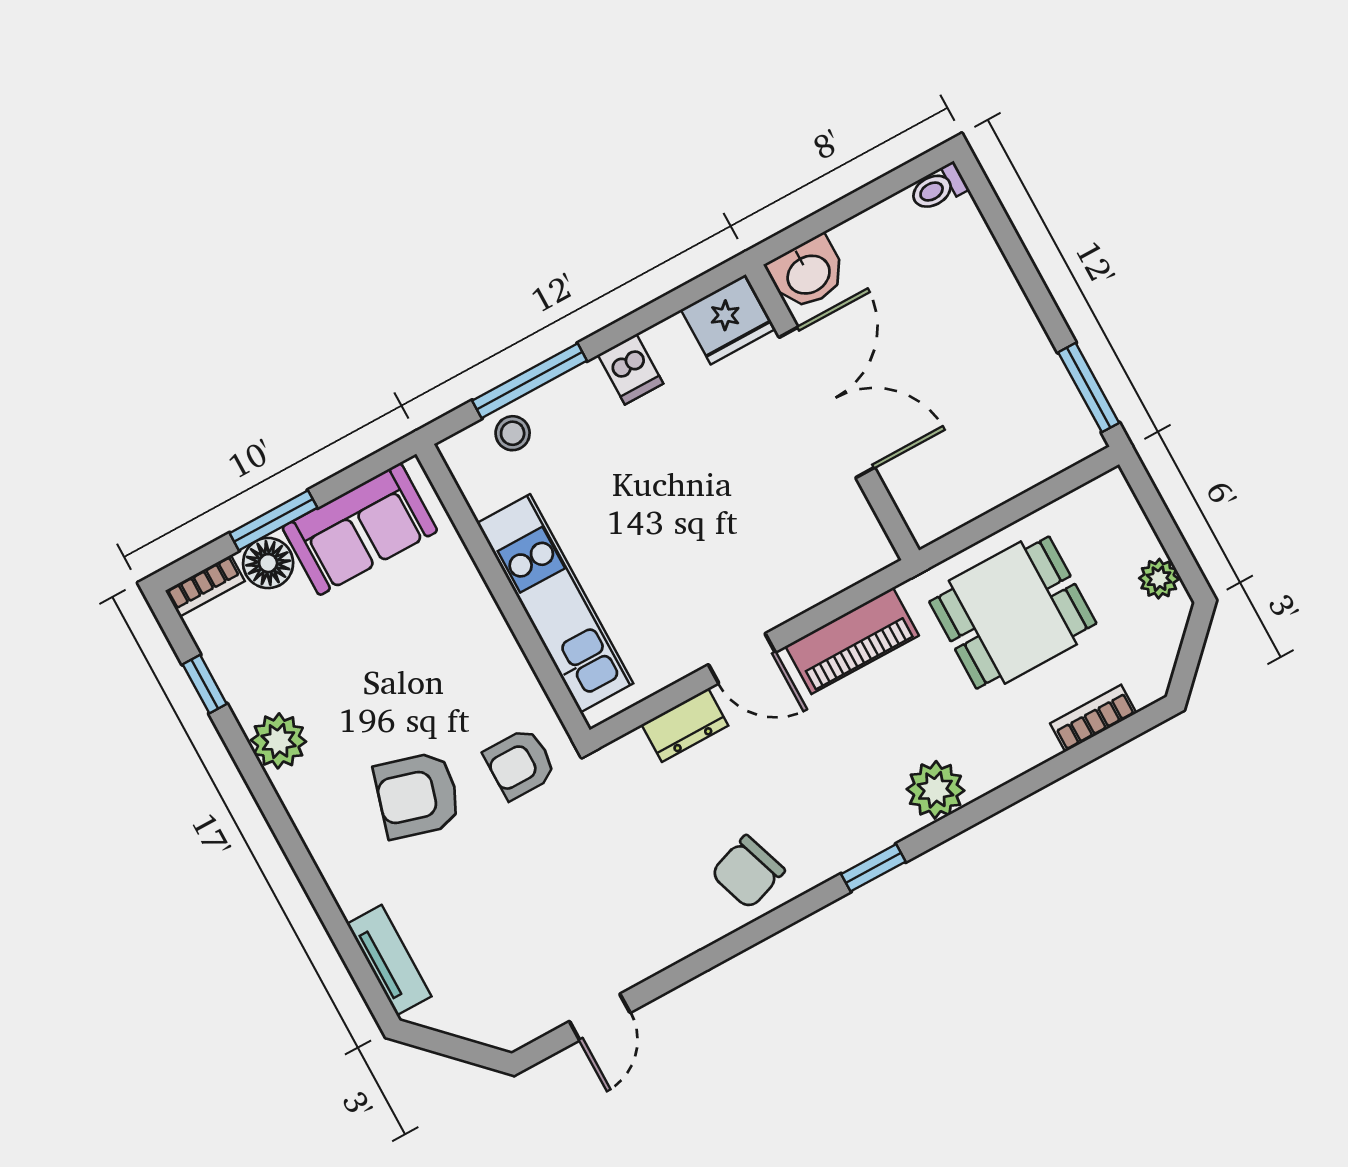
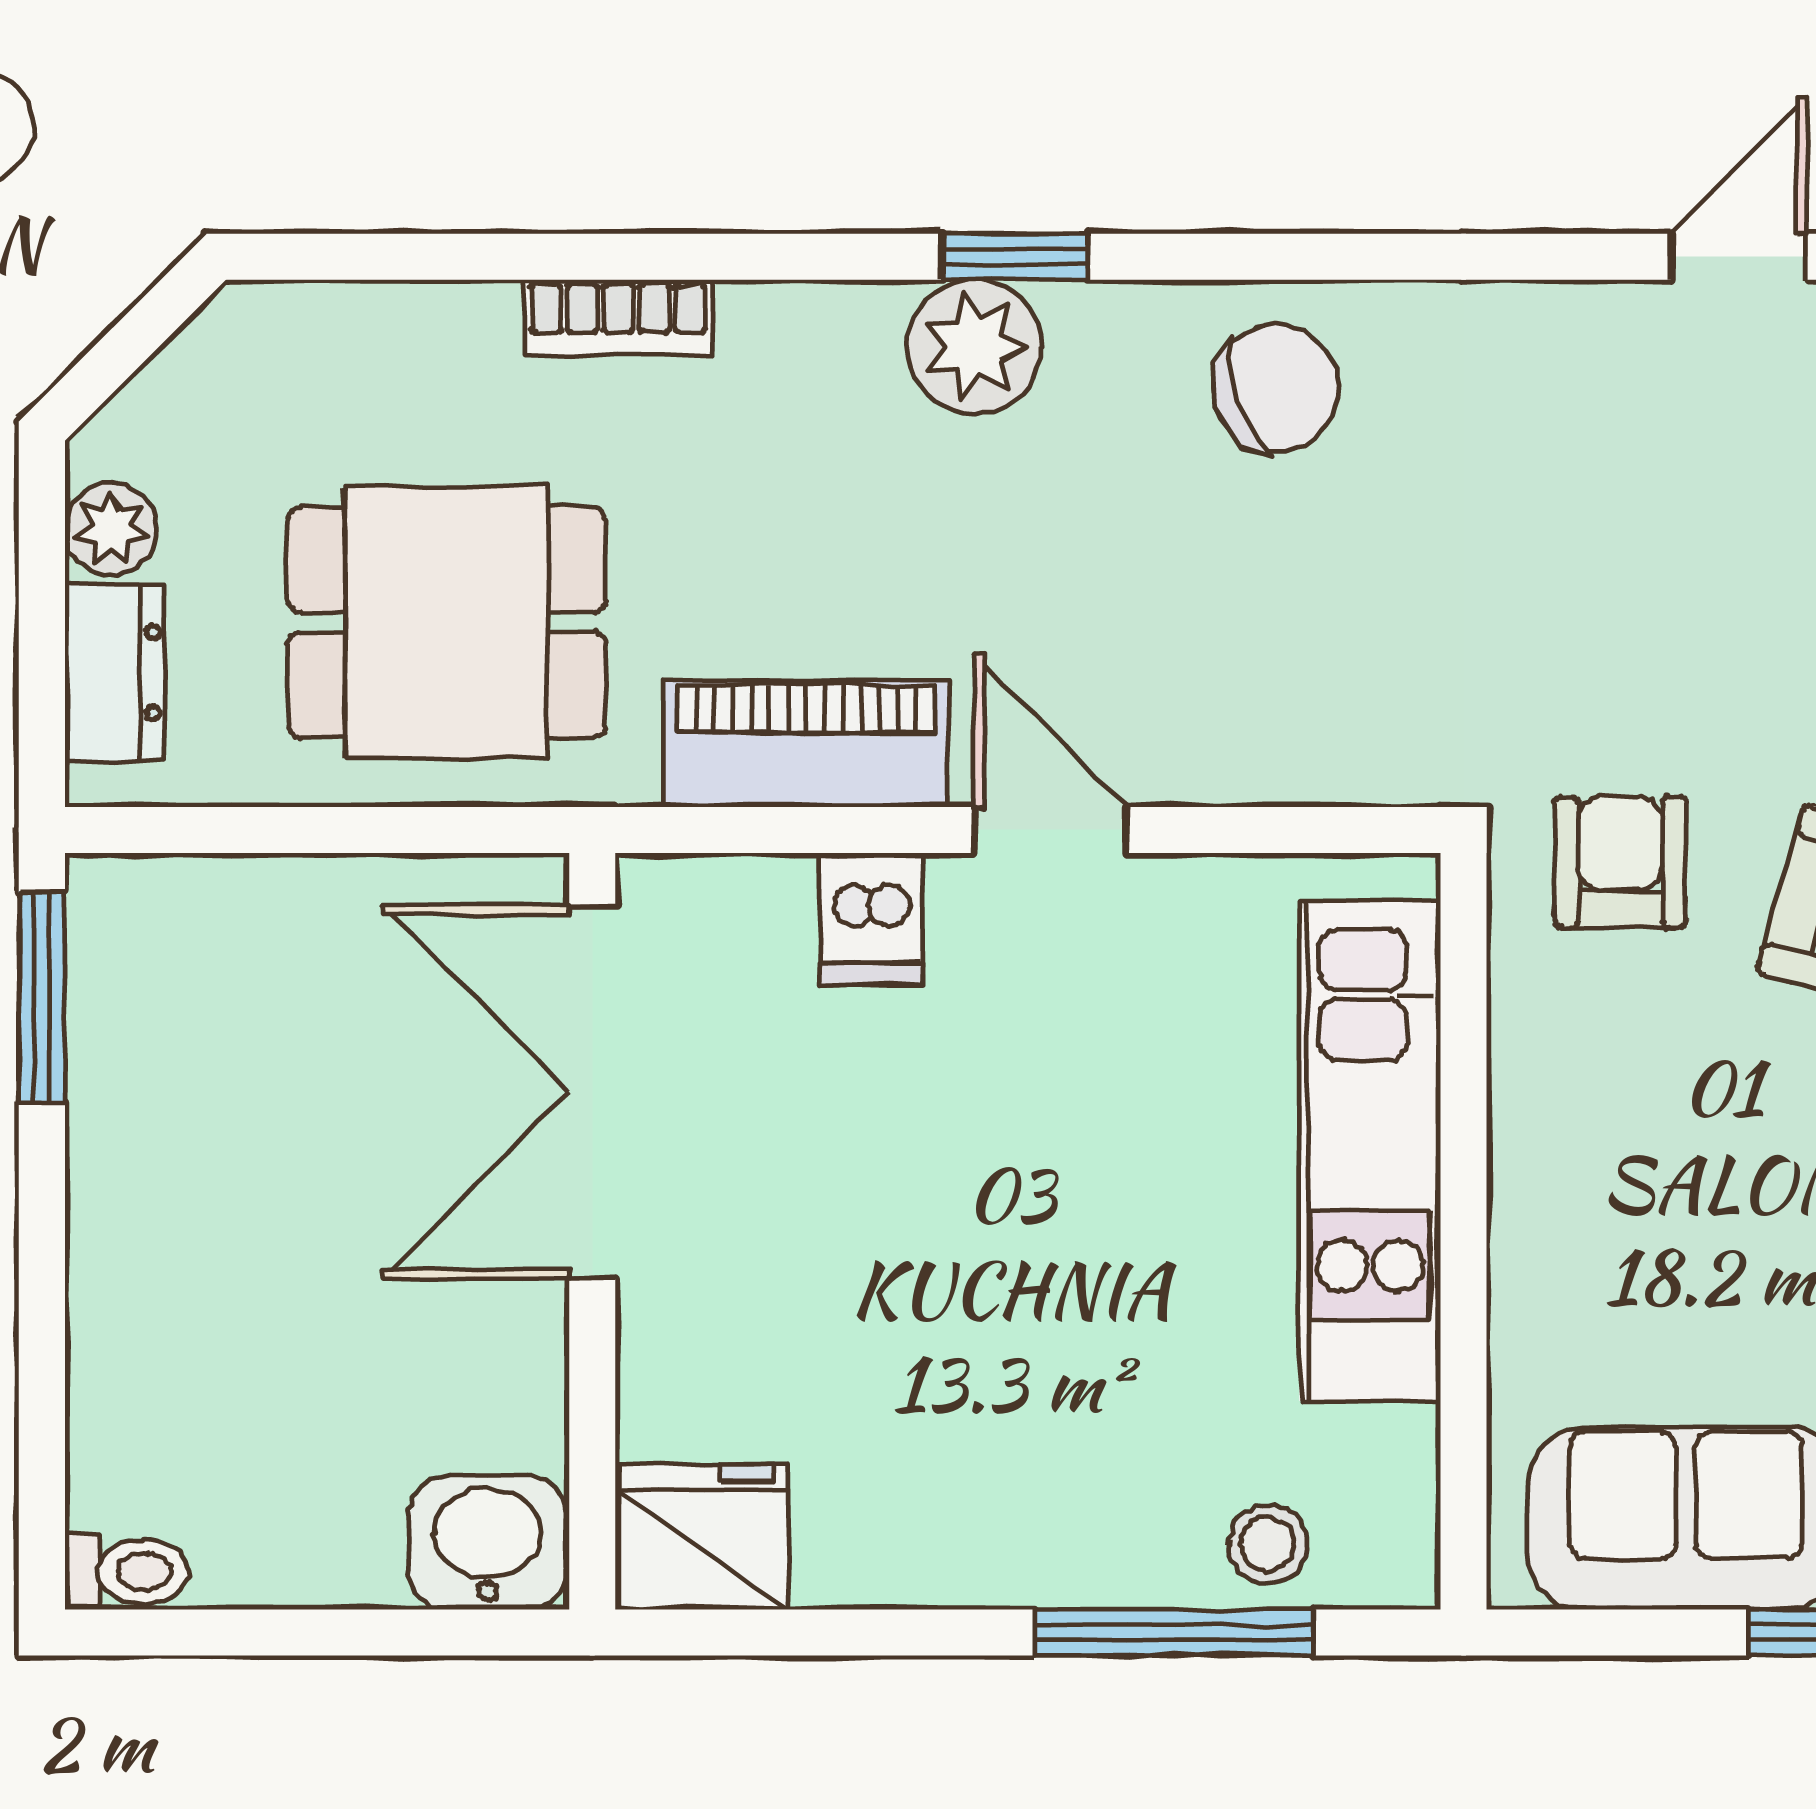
dishwasher: (631, 369) -> (871, 919), moved, turned 180
double door: (827, 402) -> (592, 1092), moved
bookcase: (1093, 718) -> (618, 317), moved
dresser: (685, 725) -> (114, 672), moved, turned 90
armchair: (520, 764) -> (1620, 862), turned -90
plant: (935, 790) -> (974, 347), moved

